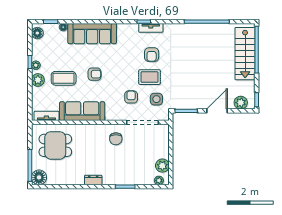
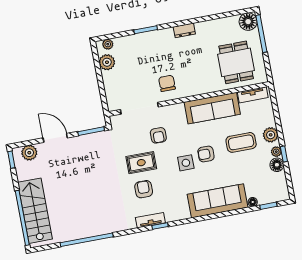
floor lamp: (37, 33) -> (277, 165), moved
side table: (156, 99) -> (186, 163), moved
door: (217, 111) -> (55, 138), swing flipped
dining table: (55, 145) -> (236, 62), turned 90

